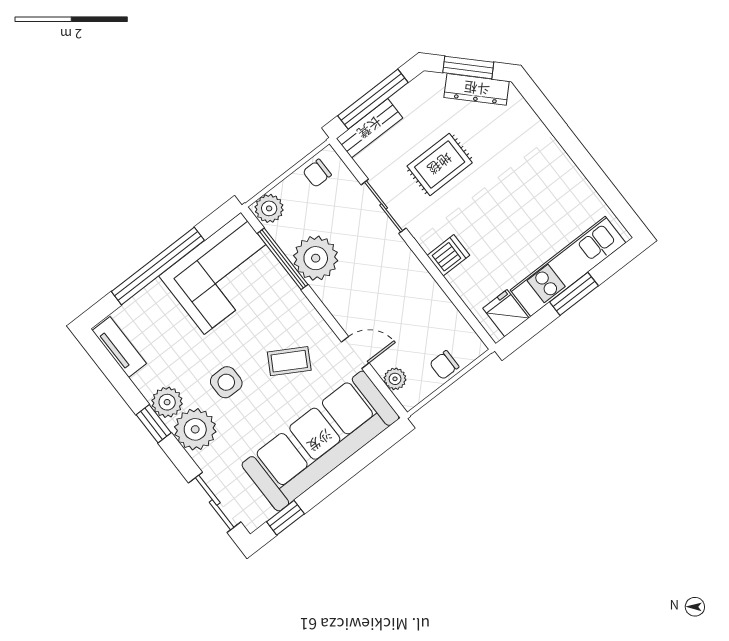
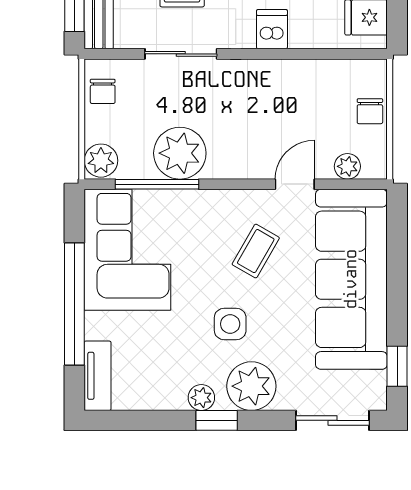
tv unit: (119, 347) -> (98, 376), moved, turned 90
plant: (167, 402) -> (201, 398), width x0.73, depth x0.73

